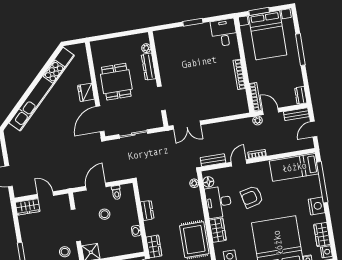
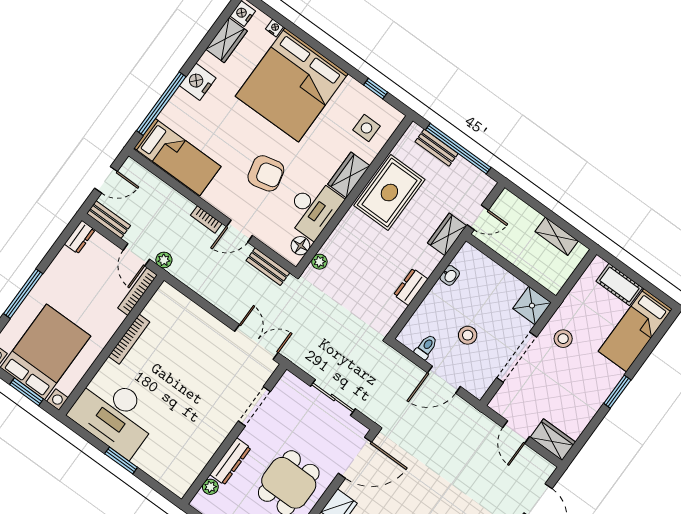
desk: (224, 33) -> (114, 414), width x1.87, depth x1.30

